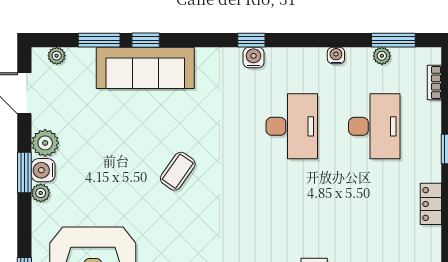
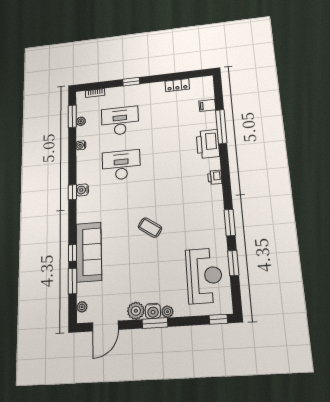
locker: (431, 204) -> (177, 85), moved

